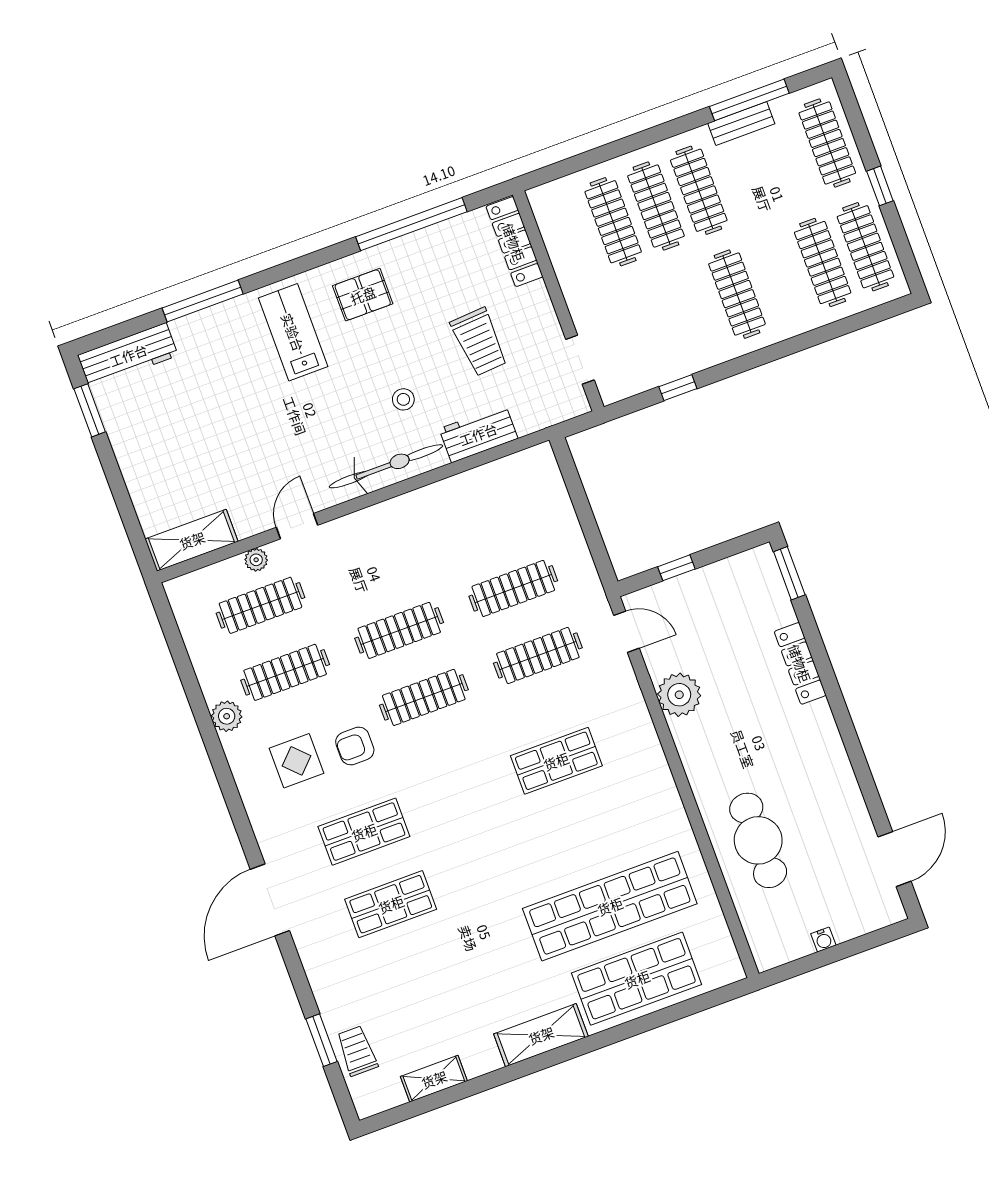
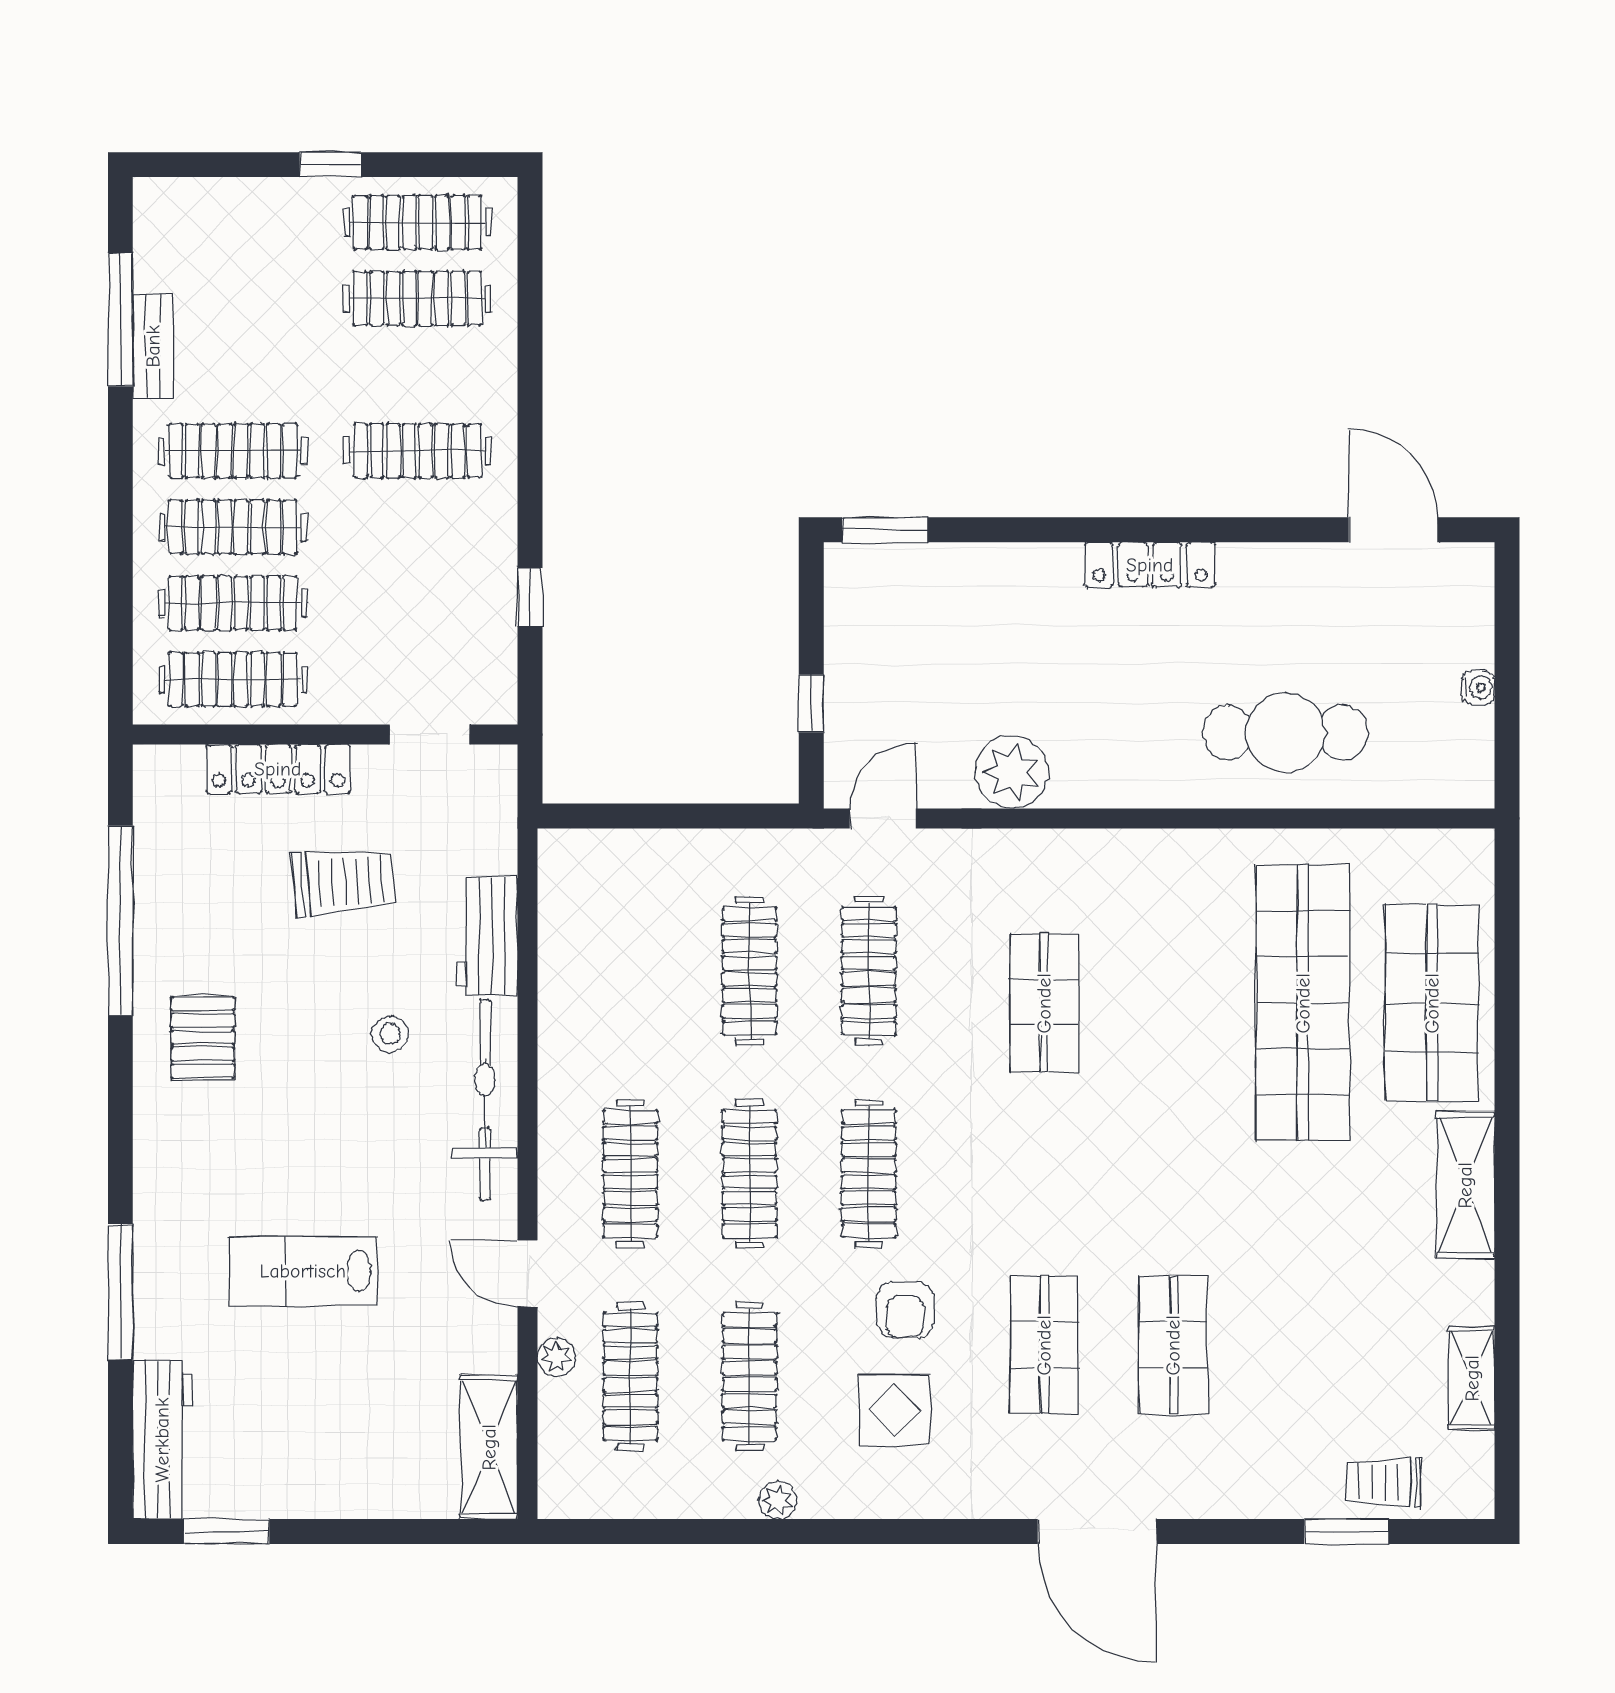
clothes rail: (827, 143) -> (233, 679), moved
locker: (514, 242) -> (278, 769), moved
lab bench: (293, 332) -> (303, 1271), moved
clothes rail: (374, 563) -> (630, 1174), added
locker: (800, 663) -> (1150, 565), moved
plant: (227, 716) -> (778, 1500), width x0.73, depth x0.73

